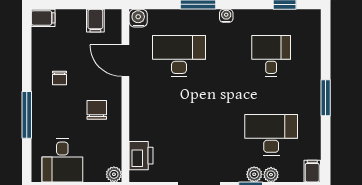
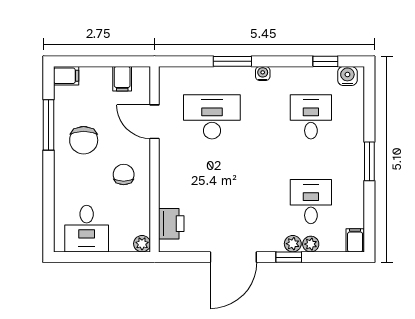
water cooler: (138, 18) -> (347, 76), moved
chair: (60, 78) -> (84, 140), width x1.87, depth x1.87
window: (27, 115) -> (48, 125), moved
desk: (271, 135) -> (311, 202), width x0.73

